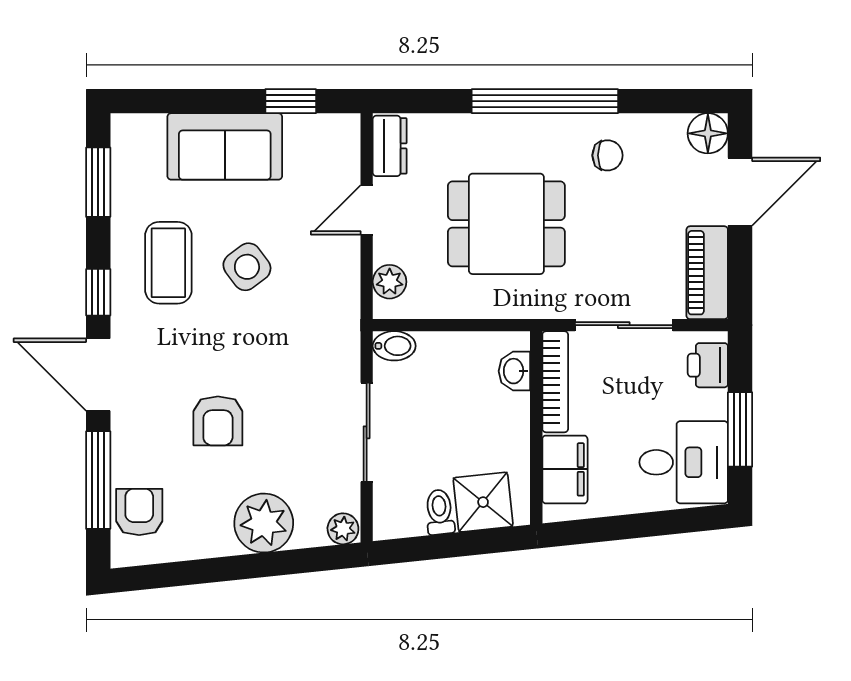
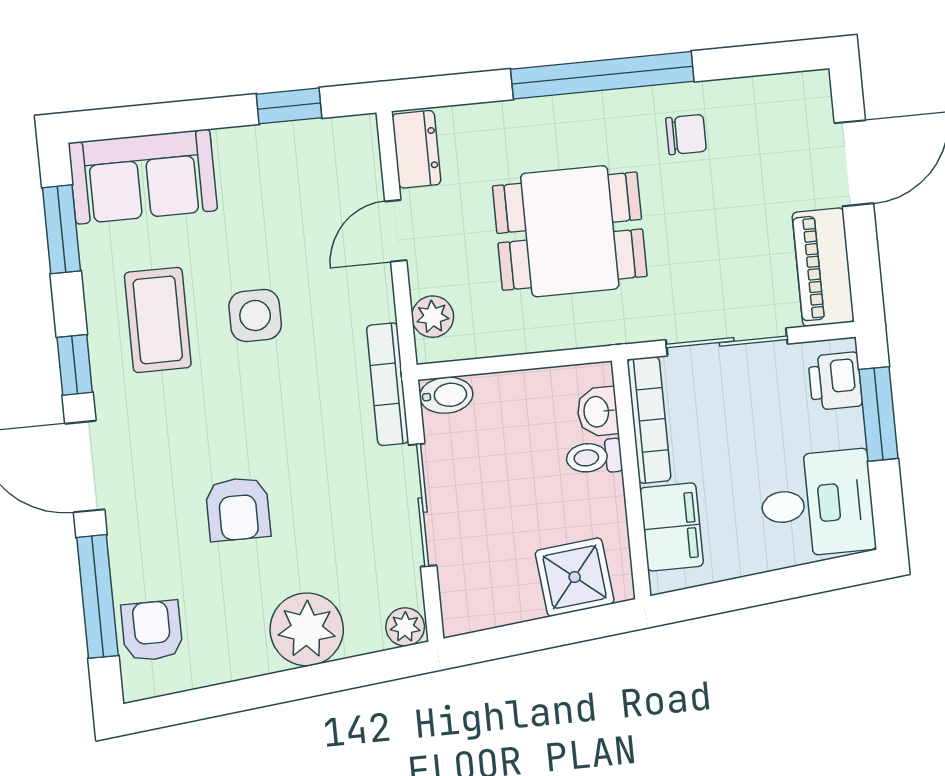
floor lamp: (708, 133) -> (807, 95), removed
sofa: (225, 146) -> (143, 177), moved
side table: (247, 267) -> (255, 315), turned 37
bookcase: (348, 332) -> (388, 384), added
window: (740, 429) -> (879, 414), moved
toilet: (440, 512) -> (594, 457), moved, turned -84

